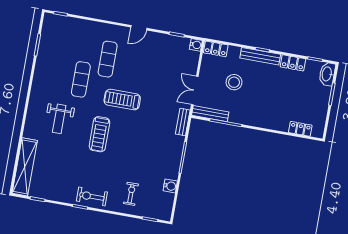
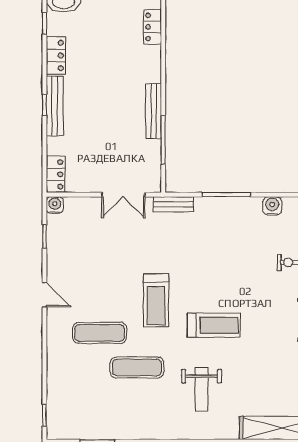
stool: (234, 82) -> (100, 138), removed
bench: (210, 114) -> (154, 111), moved
weight bench: (59, 119) -> (202, 389), turned 90

